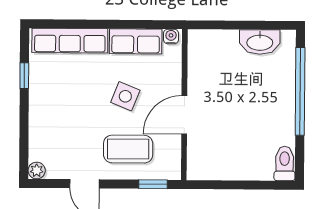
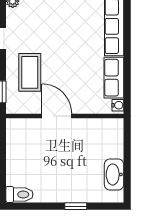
window: (300, 91) -> (76, 206), width x0.32
side table: (125, 96) -> (71, 70), removed

